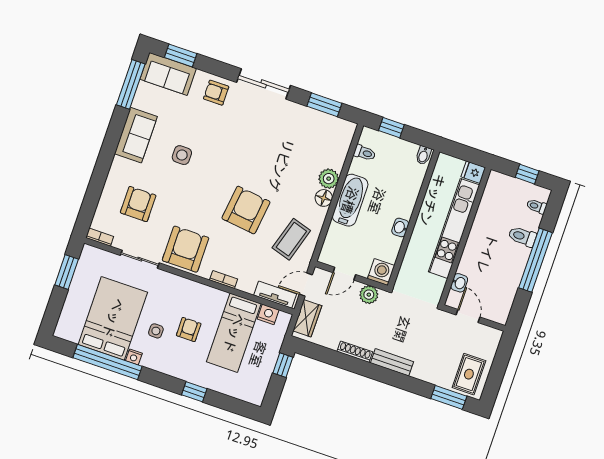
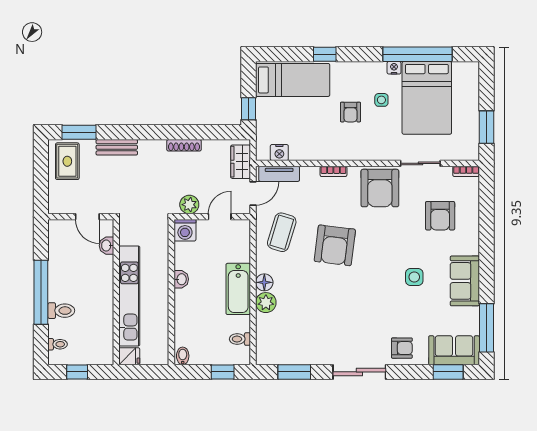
bed: (234, 333) -> (293, 80), moved, turned 90
bench: (392, 362) -> (117, 147), moved

